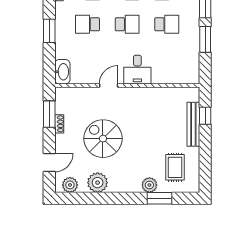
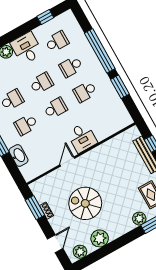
school desk: (167, 24) -> (85, 92), turned 180
washbasin: (62, 72) -> (19, 155), moved

